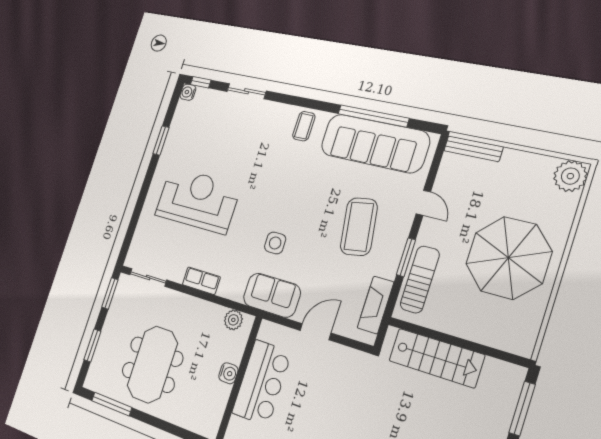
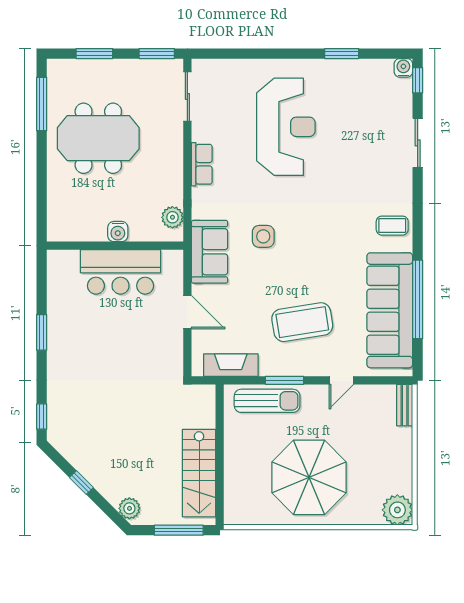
bench: (473, 149) -> (405, 405), width x0.73
stairs: (436, 358) -> (199, 473), moved

